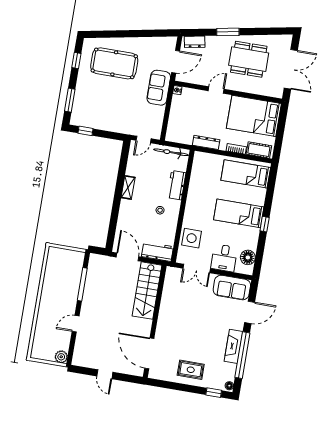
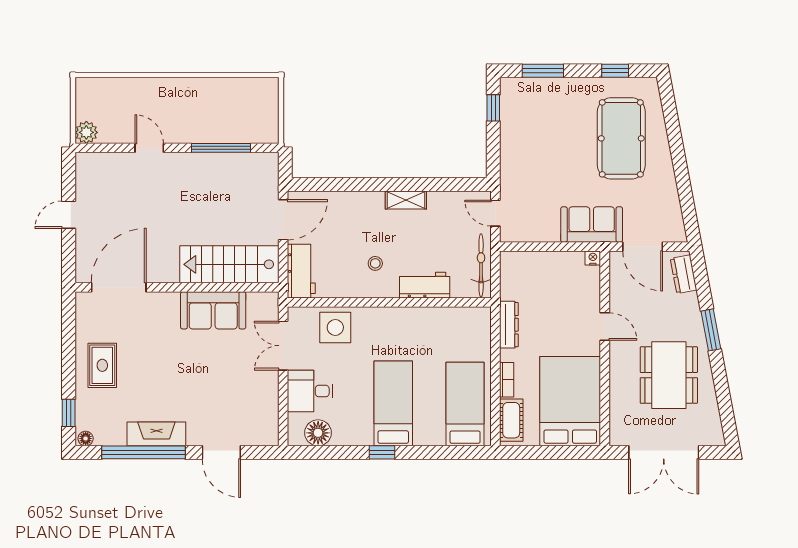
sofa: (232, 287) -> (213, 310), moved, turned -90

